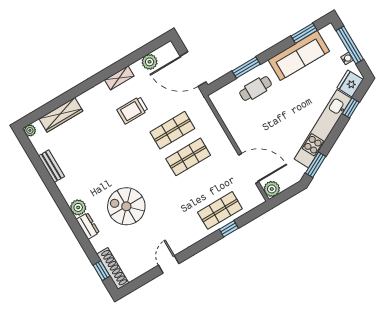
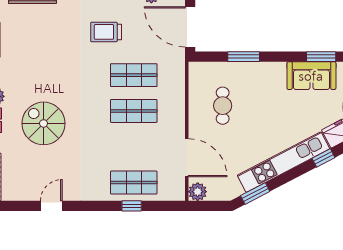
sofa: (299, 56) -> (311, 76), width x0.73
cafe table: (256, 89) -> (223, 106), moved, turned 90

